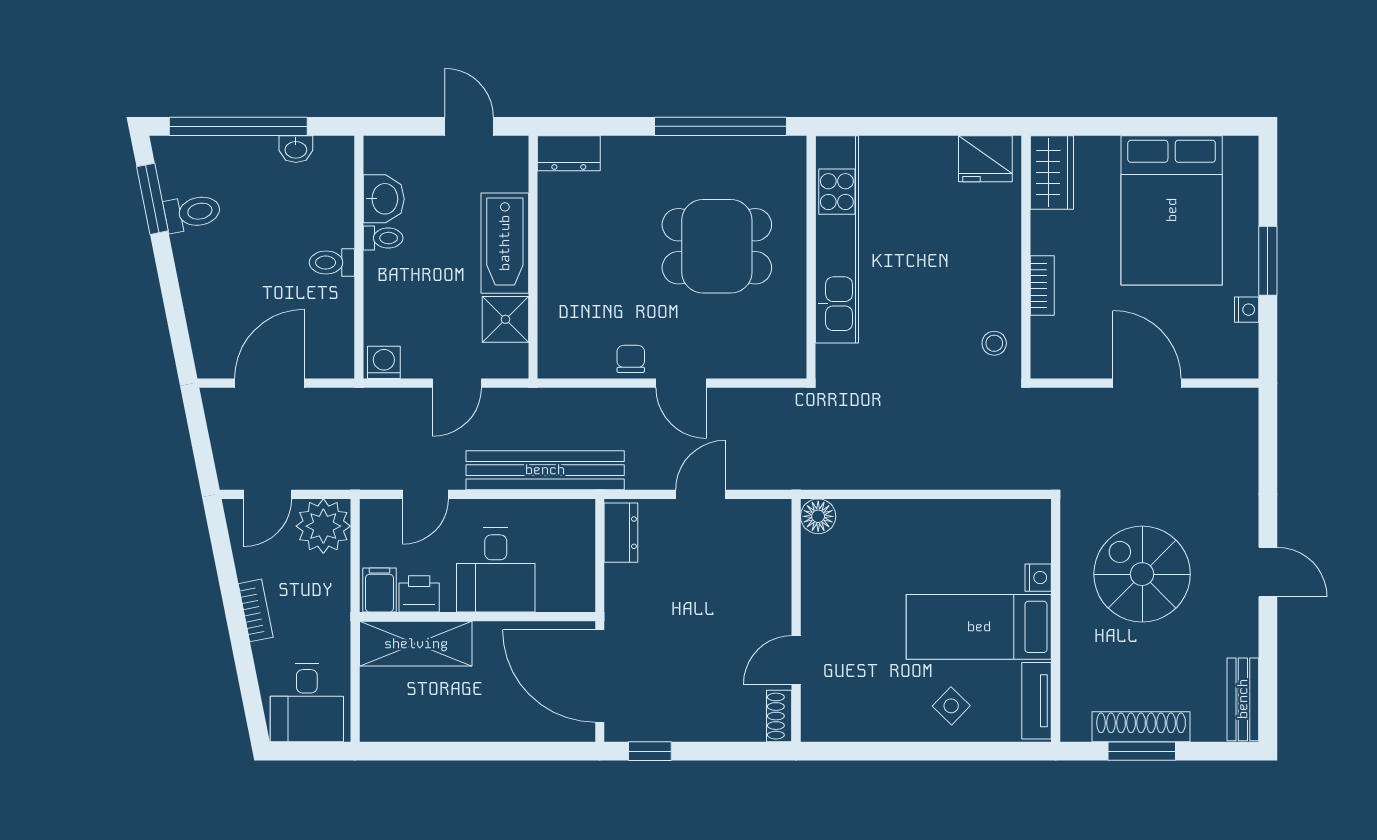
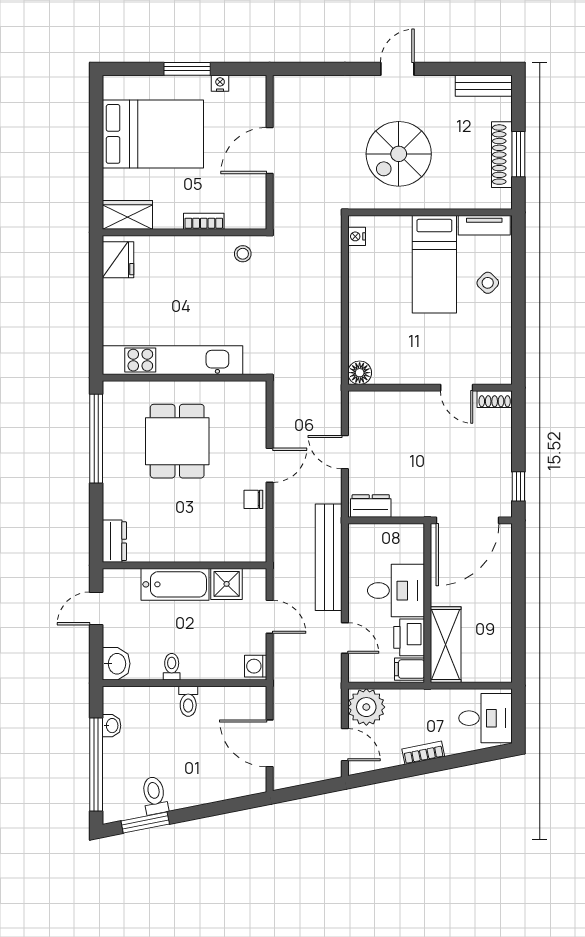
washbasin: (384, 199) -> (116, 664), moved, turned 90
nightstand: (1038, 578) -> (357, 236), moved, turned -90
printer: (419, 594) -> (409, 637), width x1.36, depth x1.24

